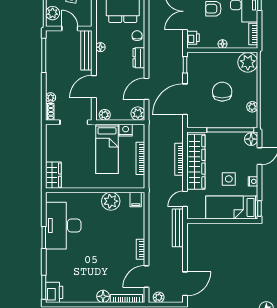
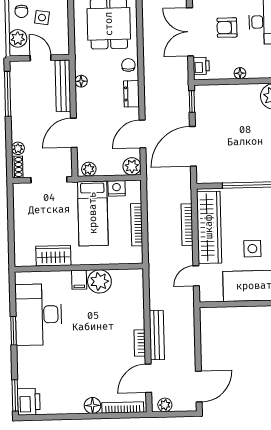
chair: (222, 92) -> (241, 135), removed
wardrobe: (53, 175) -> (53, 256), moved, turned -90
filing cabinet: (136, 200) -> (79, 280), moved
bench: (178, 228) -> (157, 335), moved

